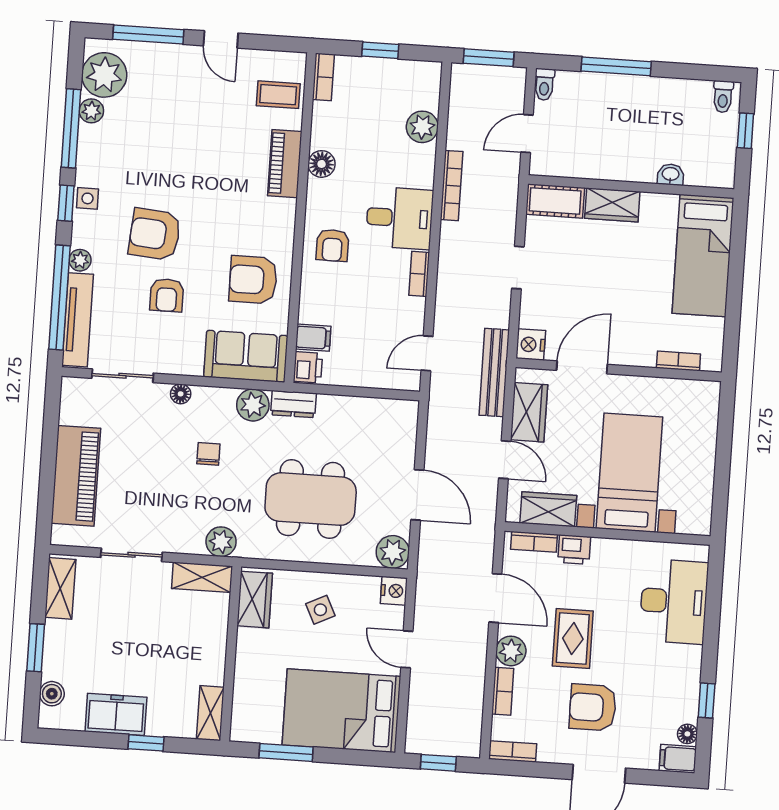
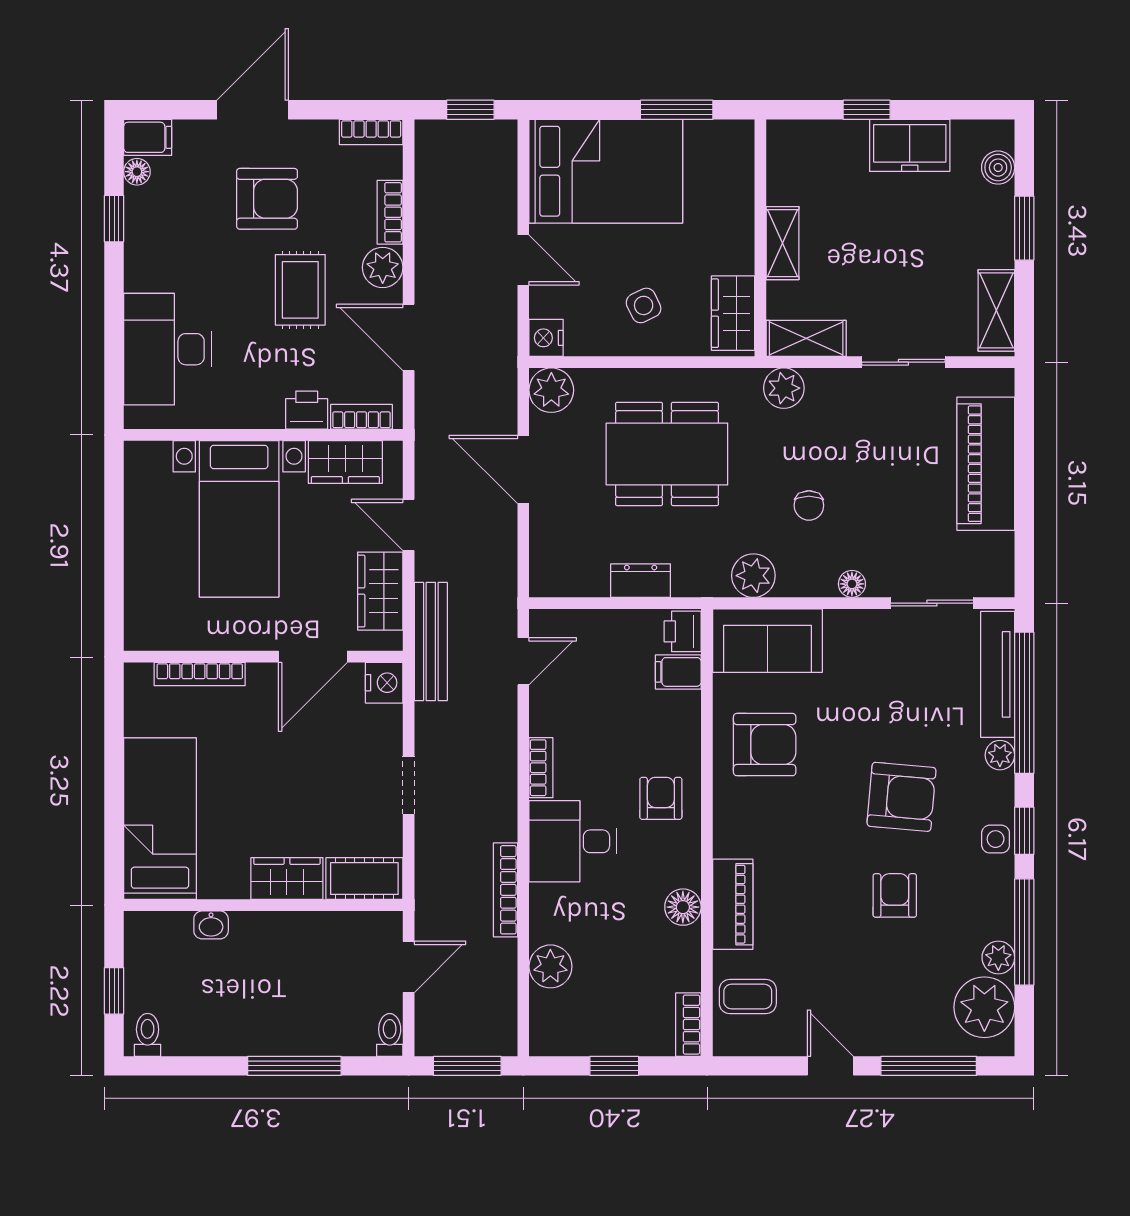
armchair: (167, 295) -> (895, 895), moved
bookcase: (678, 361) -> (200, 674), width x1.56
dresser: (293, 404) -> (641, 581), moved
shelving: (210, 713) -> (782, 243), moved

